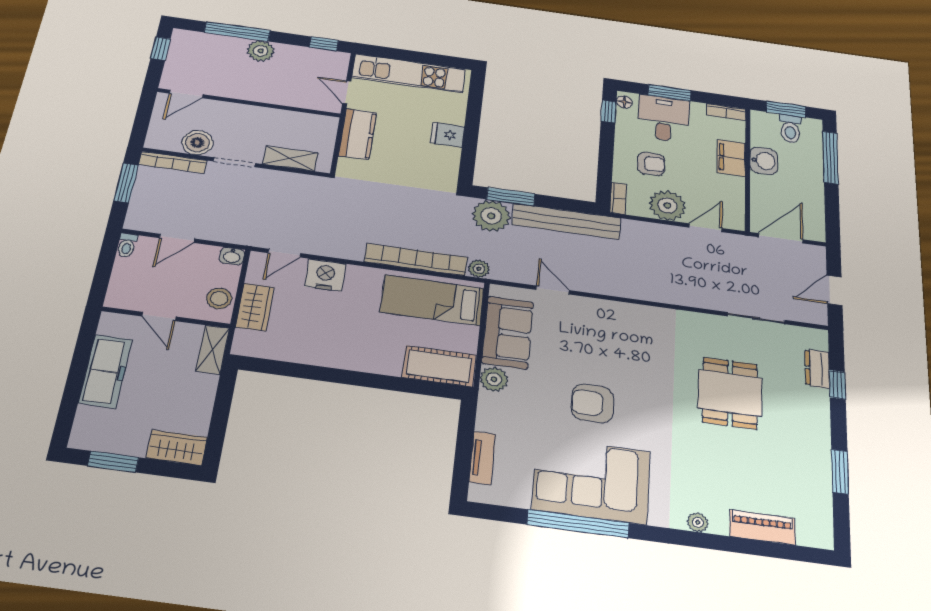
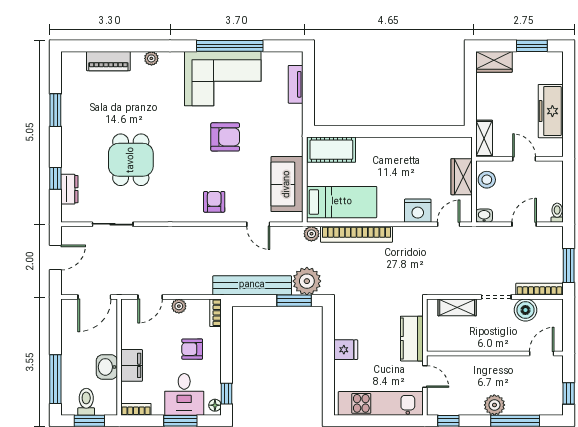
plant: (667, 205) -> (179, 306), width x0.53, depth x0.53
armchair: (613, 325) -> (214, 202), added
plant: (494, 379) -> (293, 145), removed

